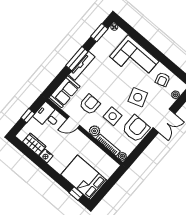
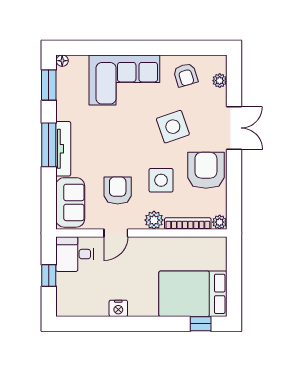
wardrobe: (34, 144) -> (90, 306), removed

